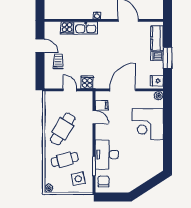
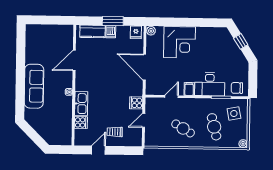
filing cabinet: (102, 105) -> (189, 89), moved
cafe table: (63, 129) -> (183, 128), width x0.73, depth x0.74
window: (149, 184) -> (241, 41), added

